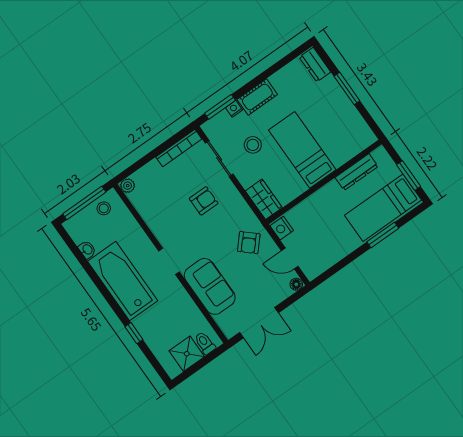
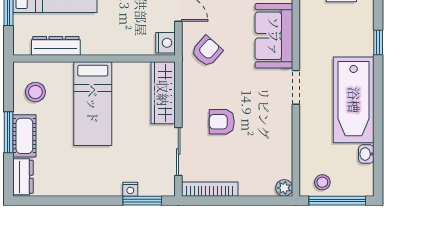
cot: (257, 97) -> (24, 136), moved, turned 90
stool: (253, 145) -> (35, 92), moved
wardrobe: (264, 199) -> (163, 93), width x1.50

